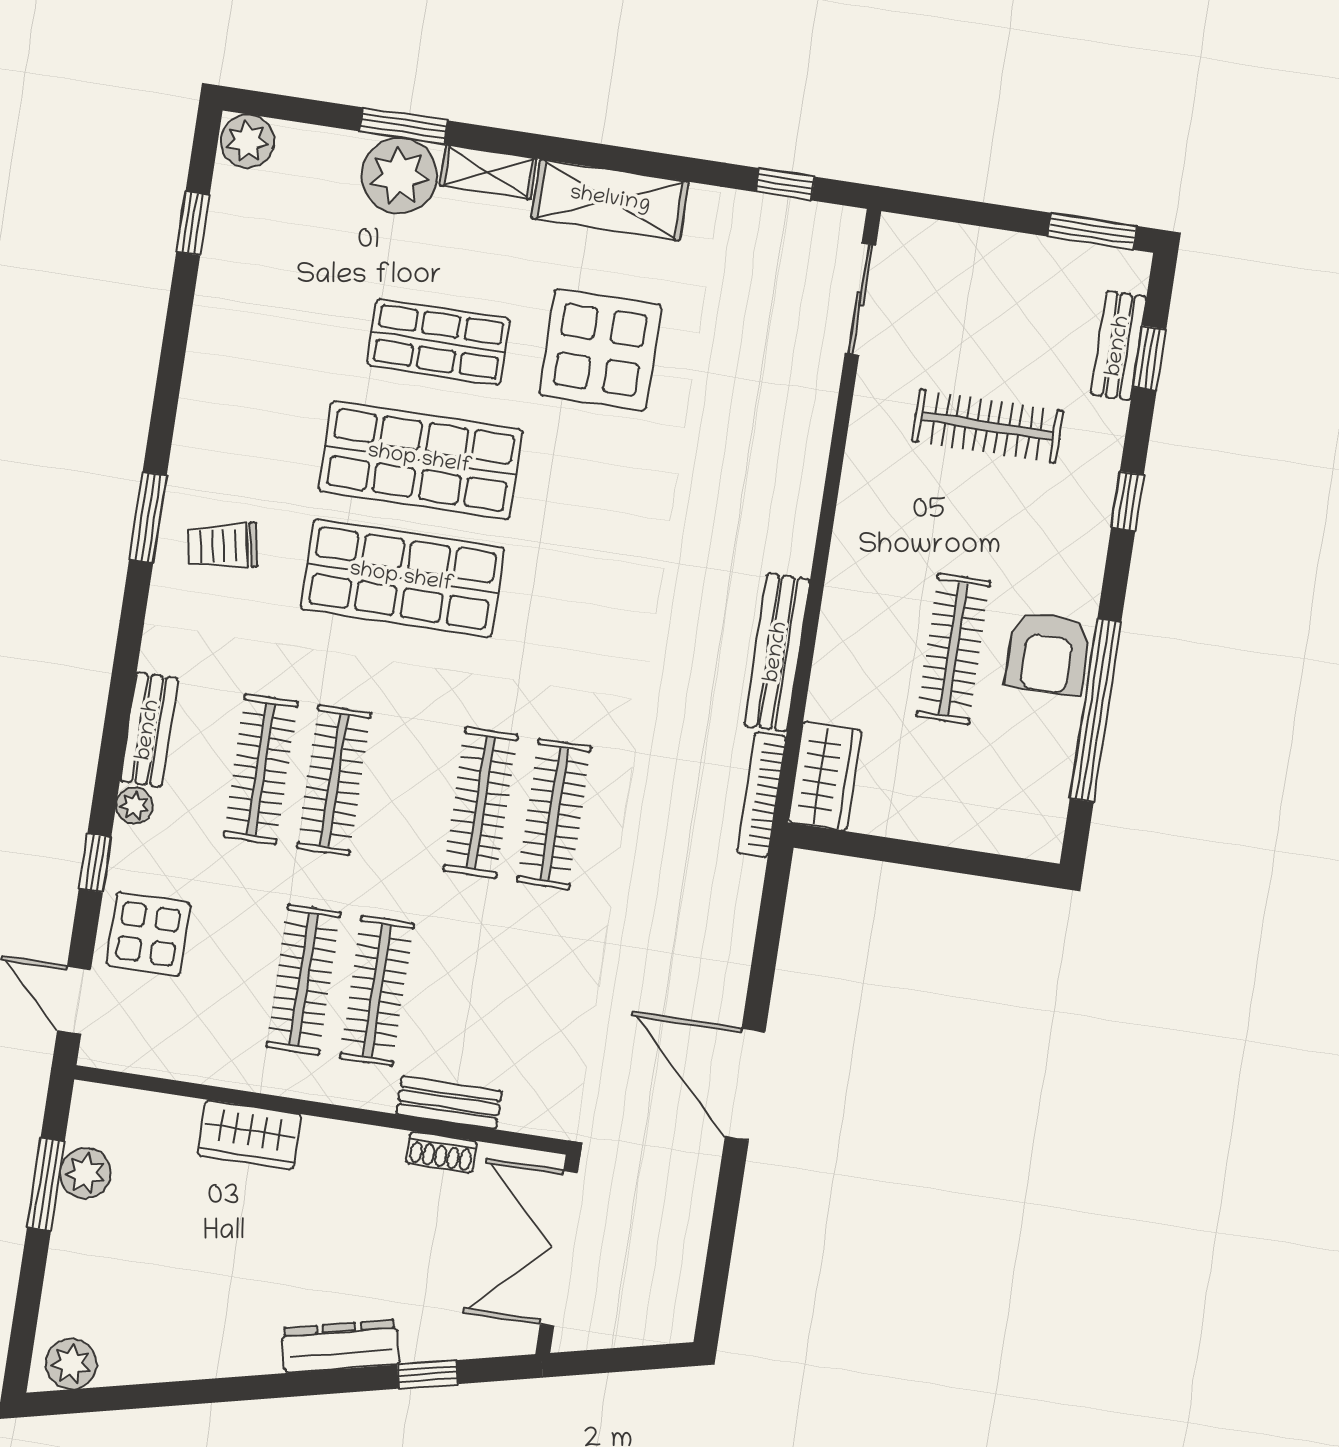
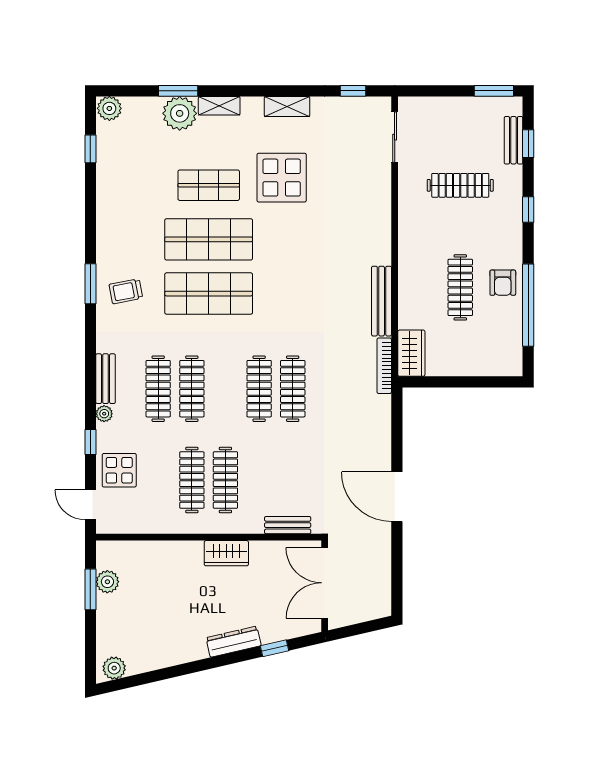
shelving: (610, 200) -> (287, 107), width x0.67, depth x0.75
armchair: (1048, 653) -> (503, 283), width x0.72, depth x0.72
bench: (449, 1103) -> (288, 525), moved
wardrobe: (249, 1135) -> (226, 553), moved
shoe rack: (441, 1152) -> (265, 548), removed

